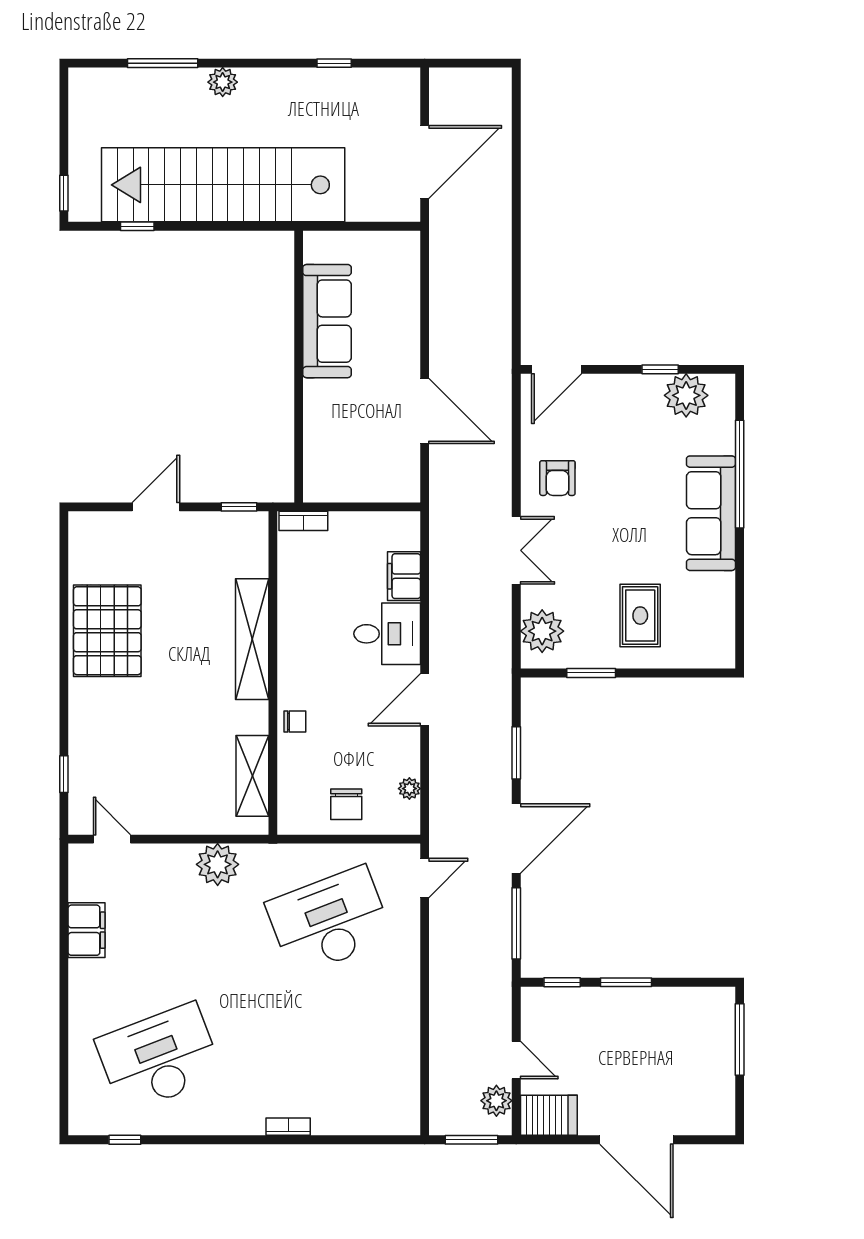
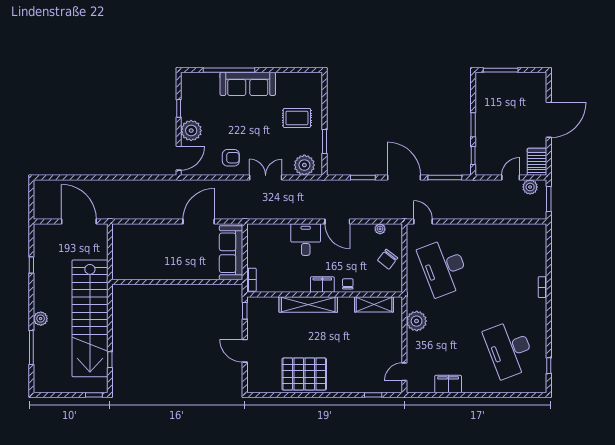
sofa: (327, 321) -> (231, 253), moved, turned -90
door: (557, 369) -> (179, 158), hinge flipped
plant: (686, 395) -> (191, 131), moved
filing cabinet: (404, 576) -> (322, 285), moved, turned 180
chair: (346, 804) -> (388, 259), turned 128

